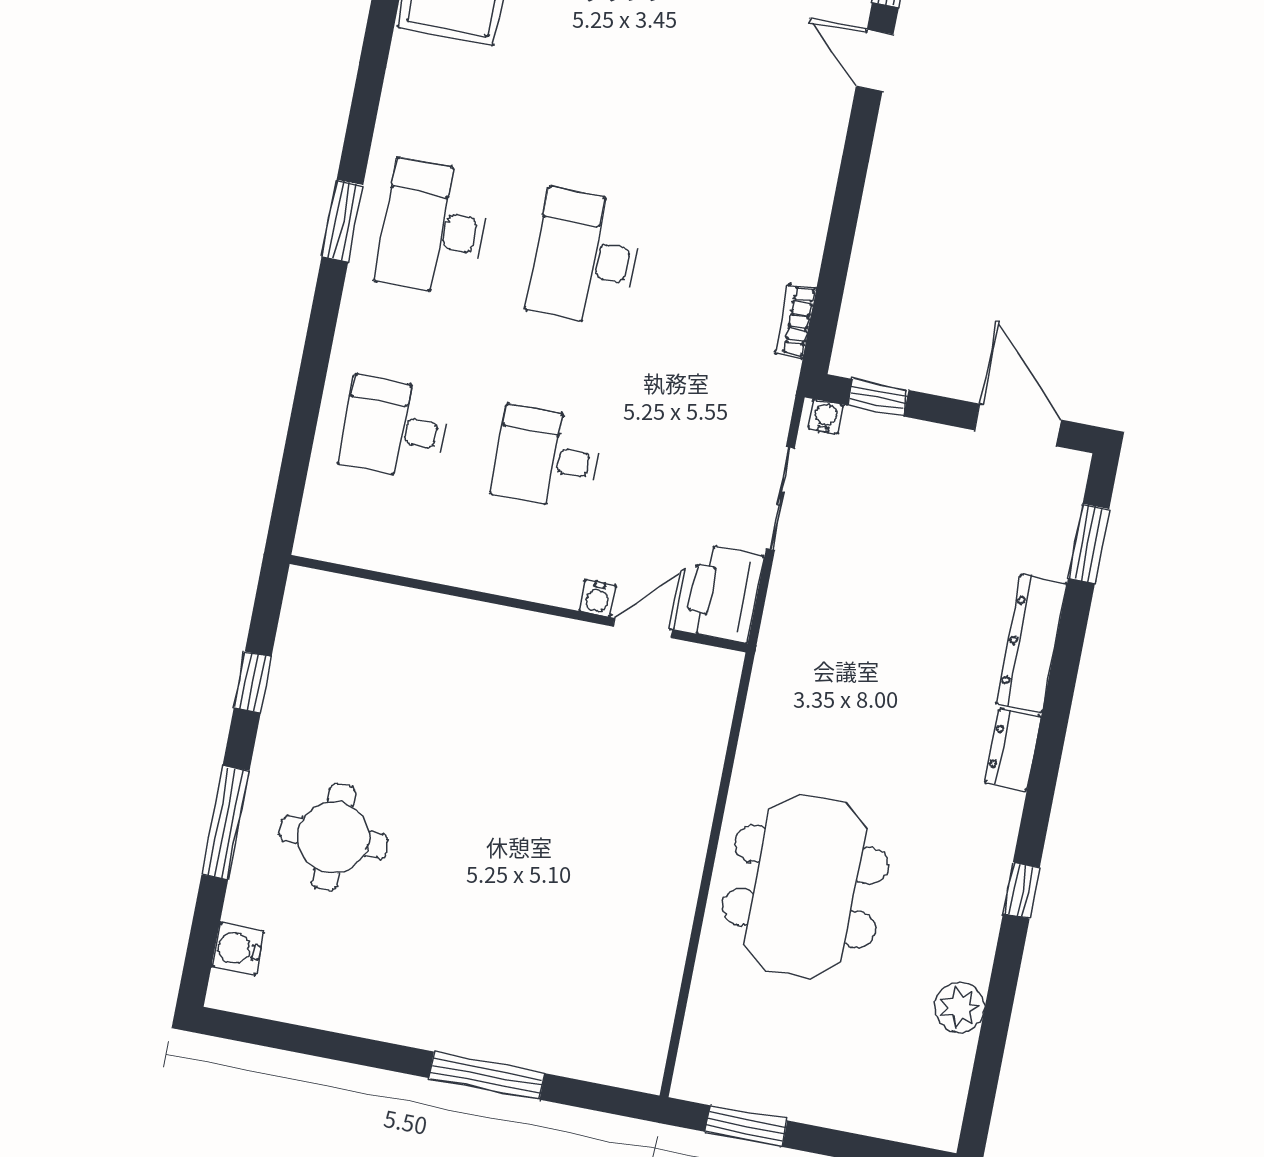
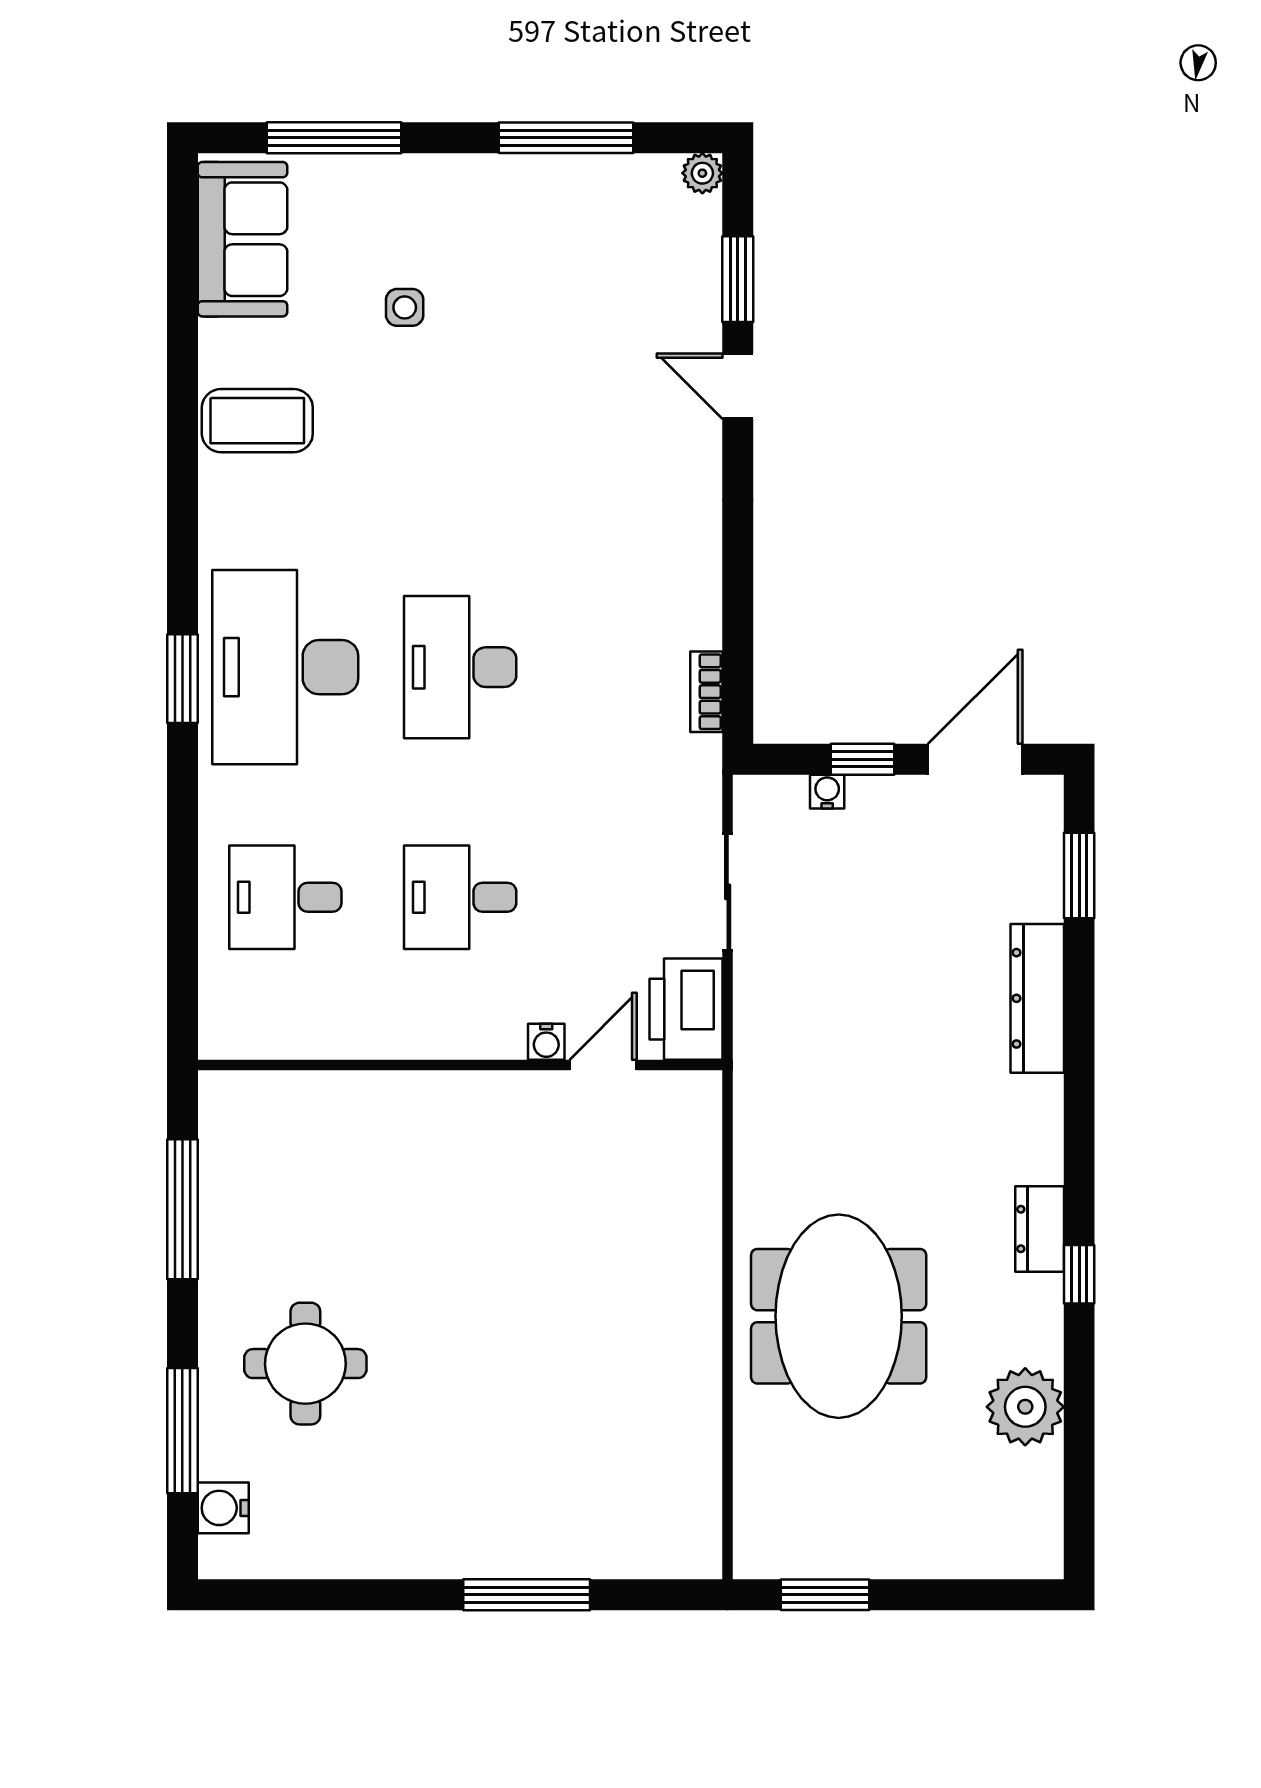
desk: (434, 228) -> (285, 667), width x1.36, depth x1.30
window: (878, 398) -> (863, 759), moved
water cooler: (825, 417) -> (827, 792), moved
door: (1018, 425) -> (975, 759), hinge flipped
window: (253, 682) -> (182, 1209), width x2.17
dresser: (1013, 749) -> (1040, 1229), moved
window: (225, 823) -> (182, 1431), moved
plant: (959, 1007) -> (1025, 1407), width x1.36, depth x1.36

